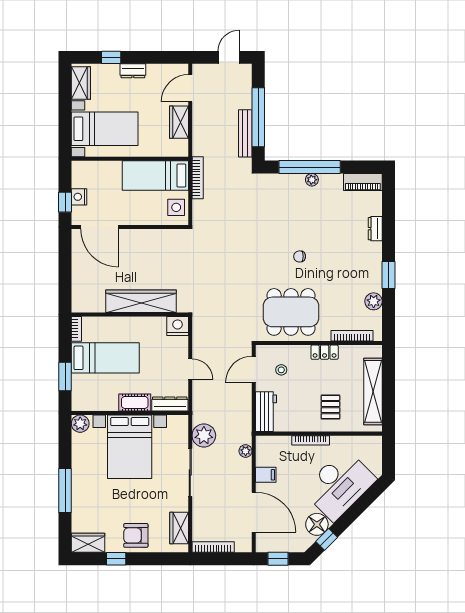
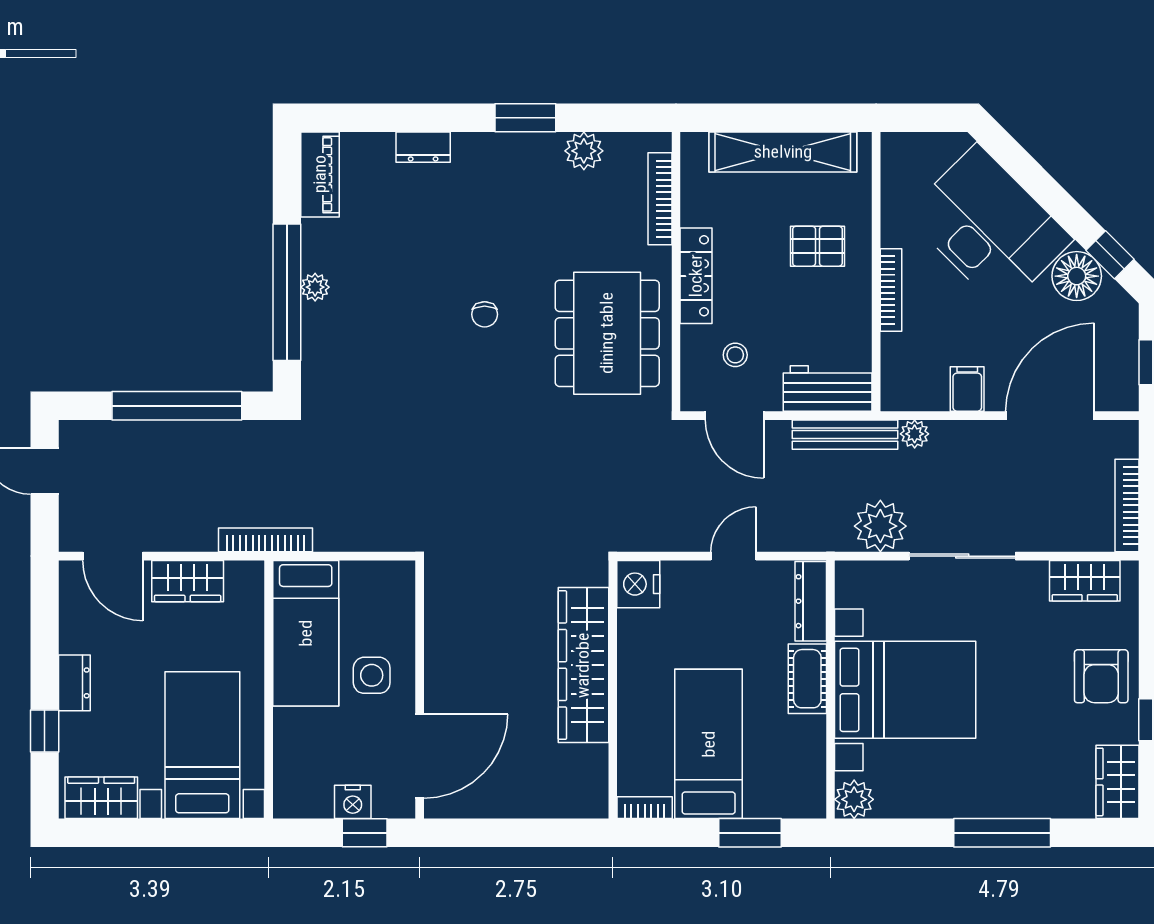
bench: (245, 133) -> (845, 435), moved
bookcase: (198, 178) -> (265, 540), moved
side table: (176, 207) -> (372, 675), moved
locker: (325, 352) -> (696, 276), width x1.53

